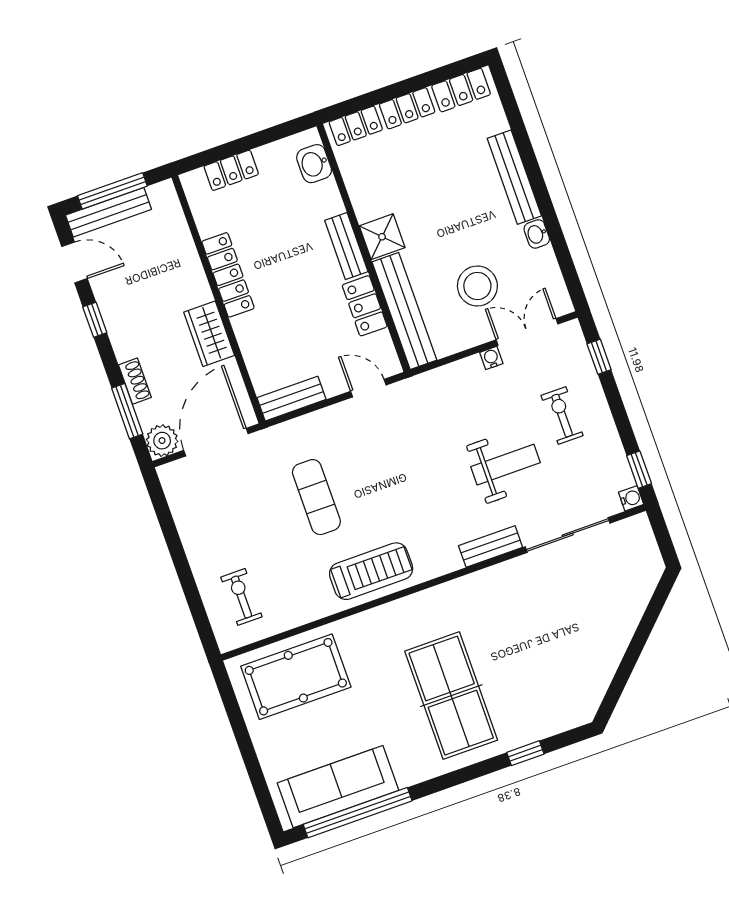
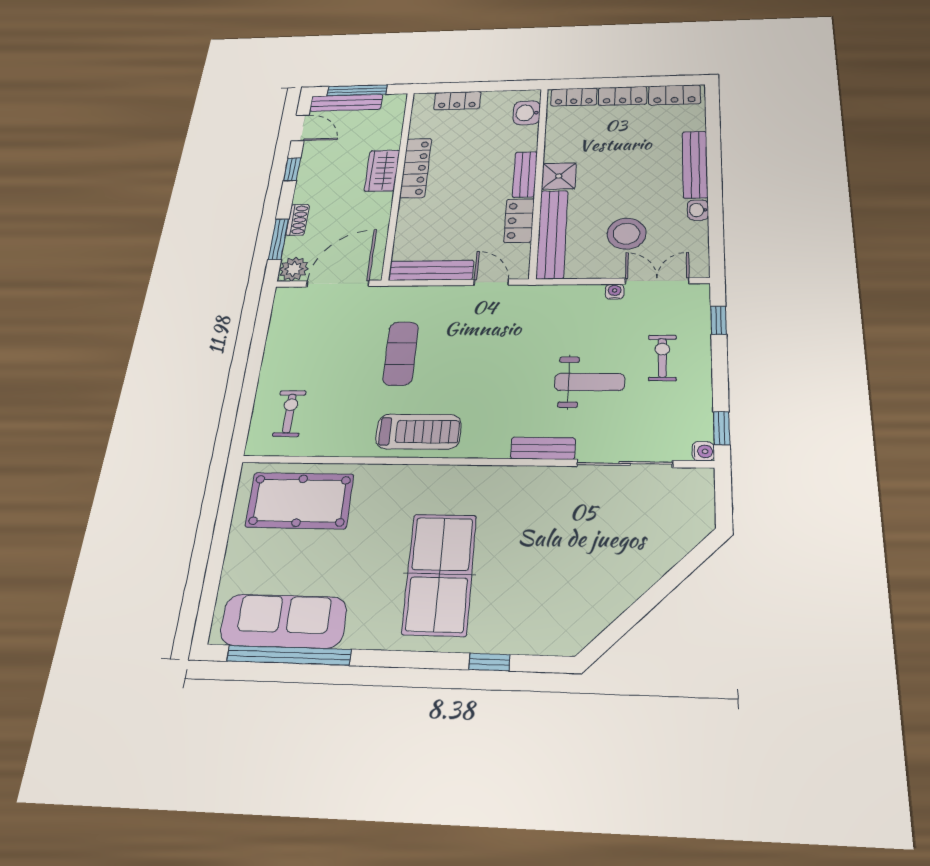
wardrobe: (209, 334) -> (382, 171), moved
bench: (291, 399) -> (431, 270), width x1.36

